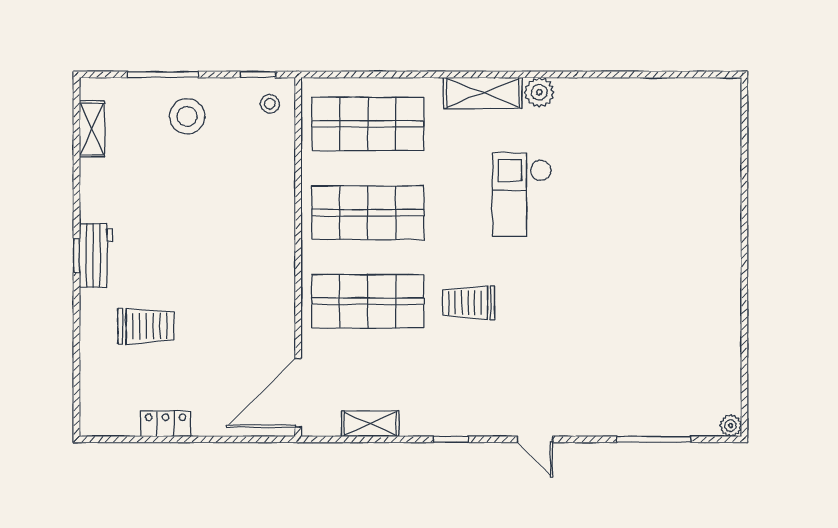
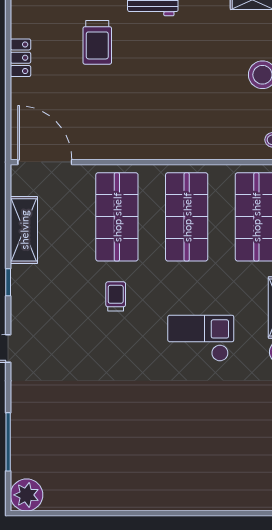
trolley: (469, 303) -> (116, 296), width x0.73, depth x0.72
shelving: (370, 424) -> (24, 230), width x1.50, depth x1.33
plant: (731, 426) -> (27, 495), width x1.88, depth x1.88

